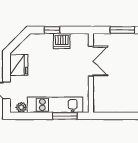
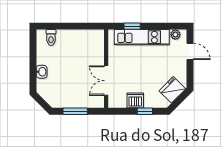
fridge: (19, 65) -> (172, 90), moved, turned 45
window: (65, 116) -> (132, 26), width x0.67

